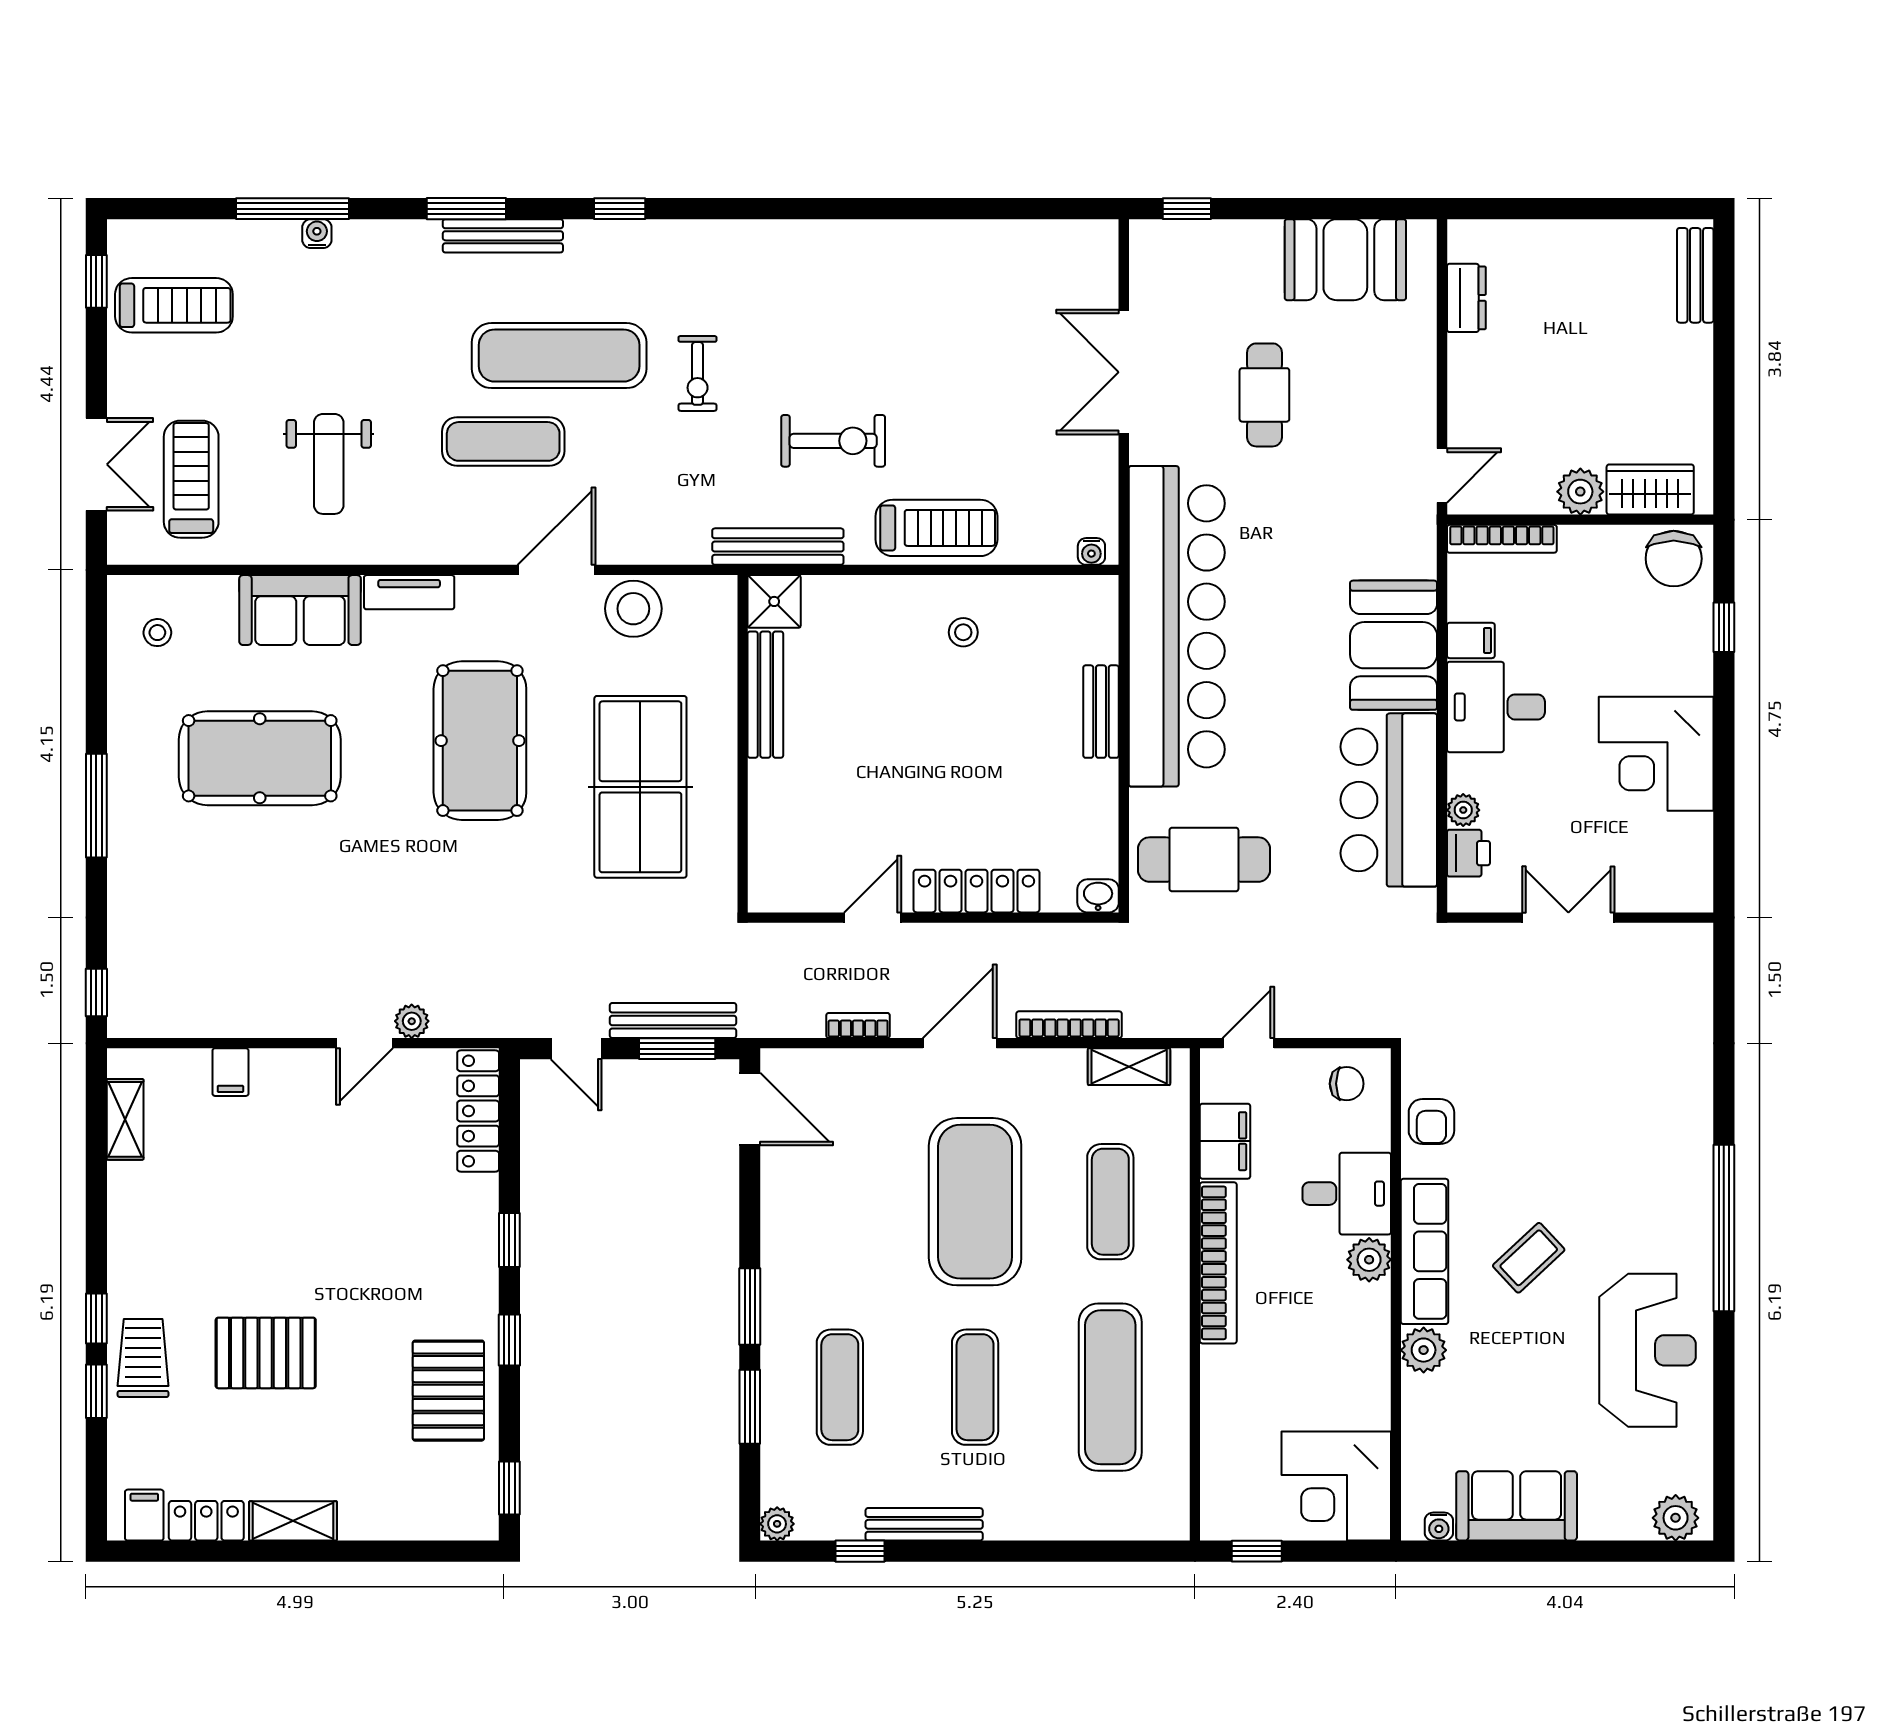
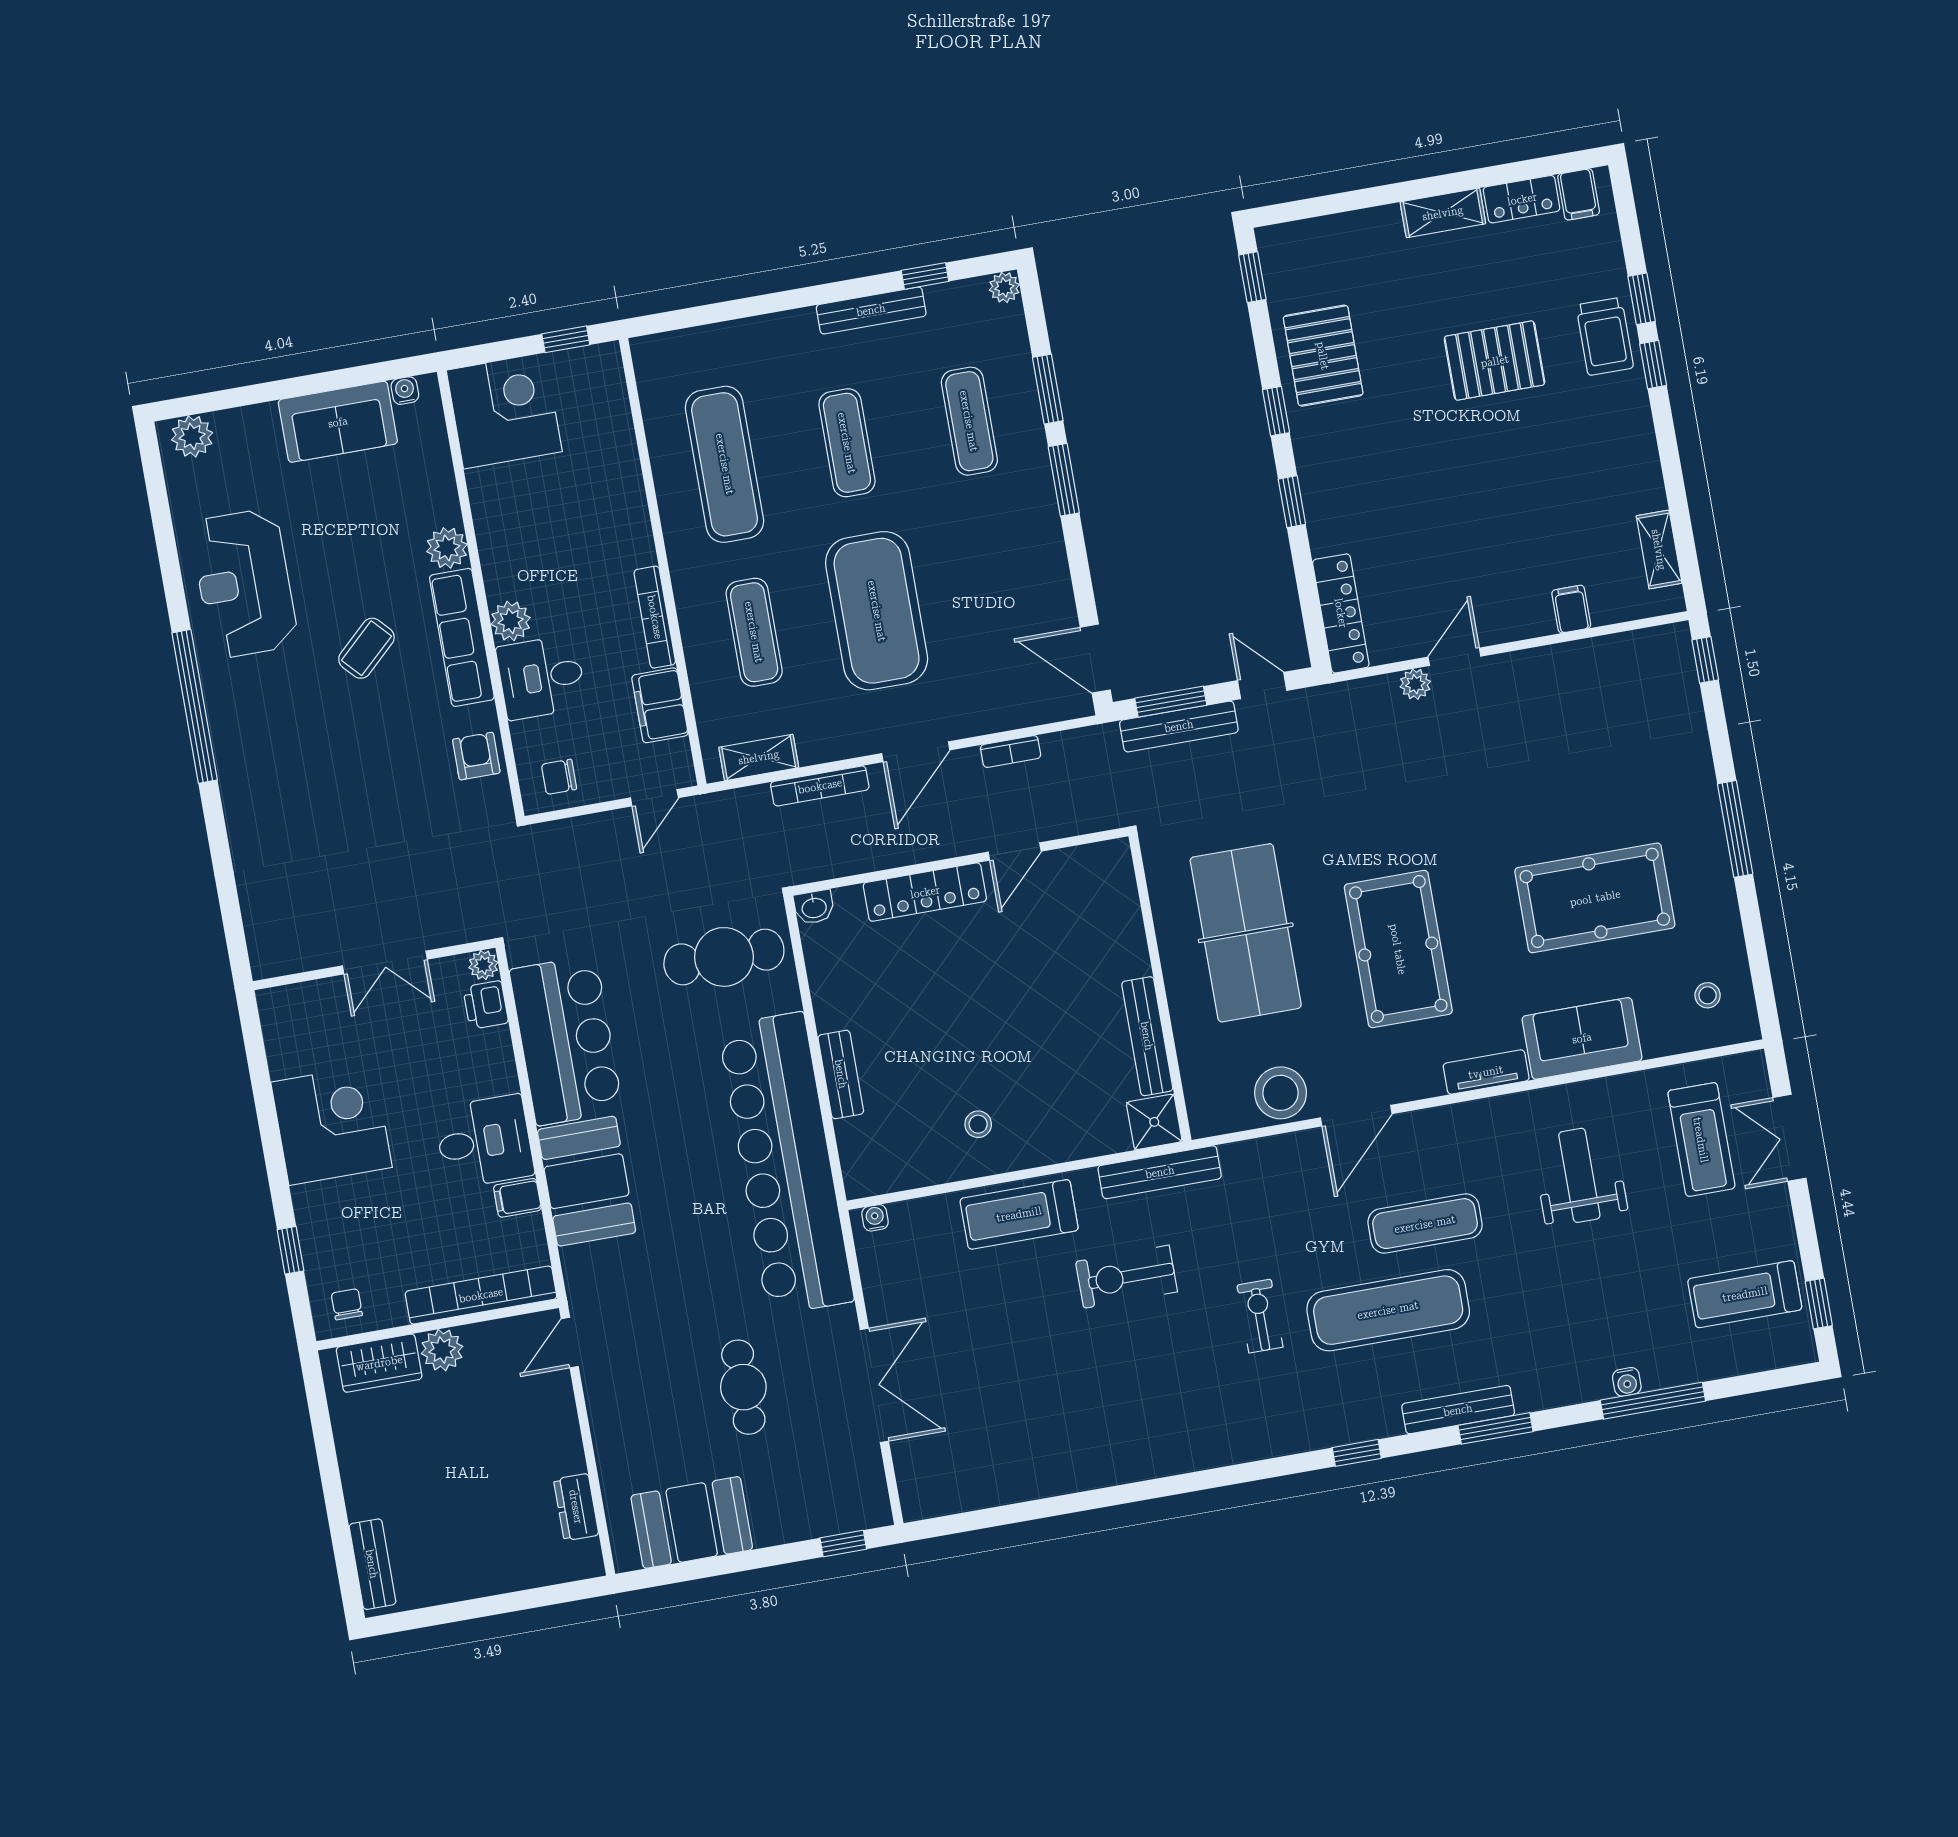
bookcase: (1502, 539) -> (481, 1295), width x1.48, depth x1.31
chair: (1674, 559) -> (347, 1304), width x0.54, depth x0.54
plant: (1463, 810) -> (483, 965), moved
bookcase: (1218, 1263) -> (655, 617), width x0.68, depth x0.76

